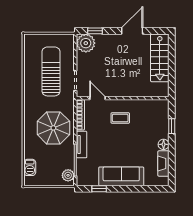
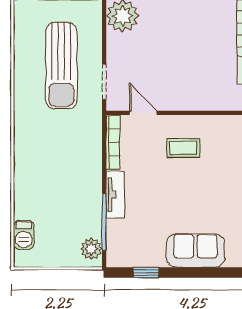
sun lounger: (51, 71) -> (61, 66), turned 180
parasol: (53, 128) -> (65, 165), removed
sofa: (121, 176) -> (195, 251), width x0.73

